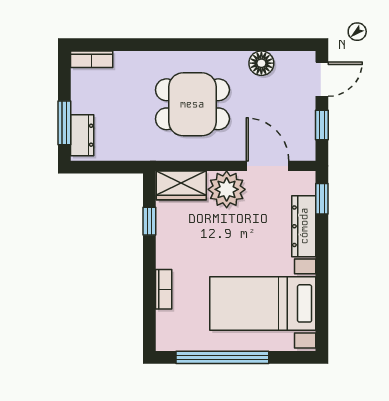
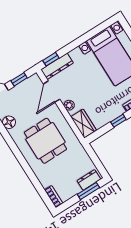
plant: (227, 189) -> (69, 105), width x0.53, depth x0.53
window: (149, 221) -> (118, 121), moved
dresser: (304, 226) -> (57, 66), moved

